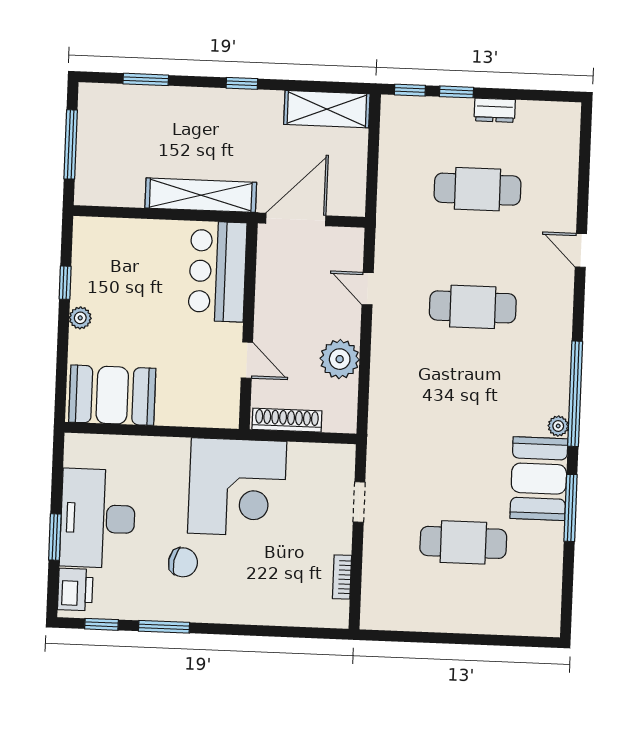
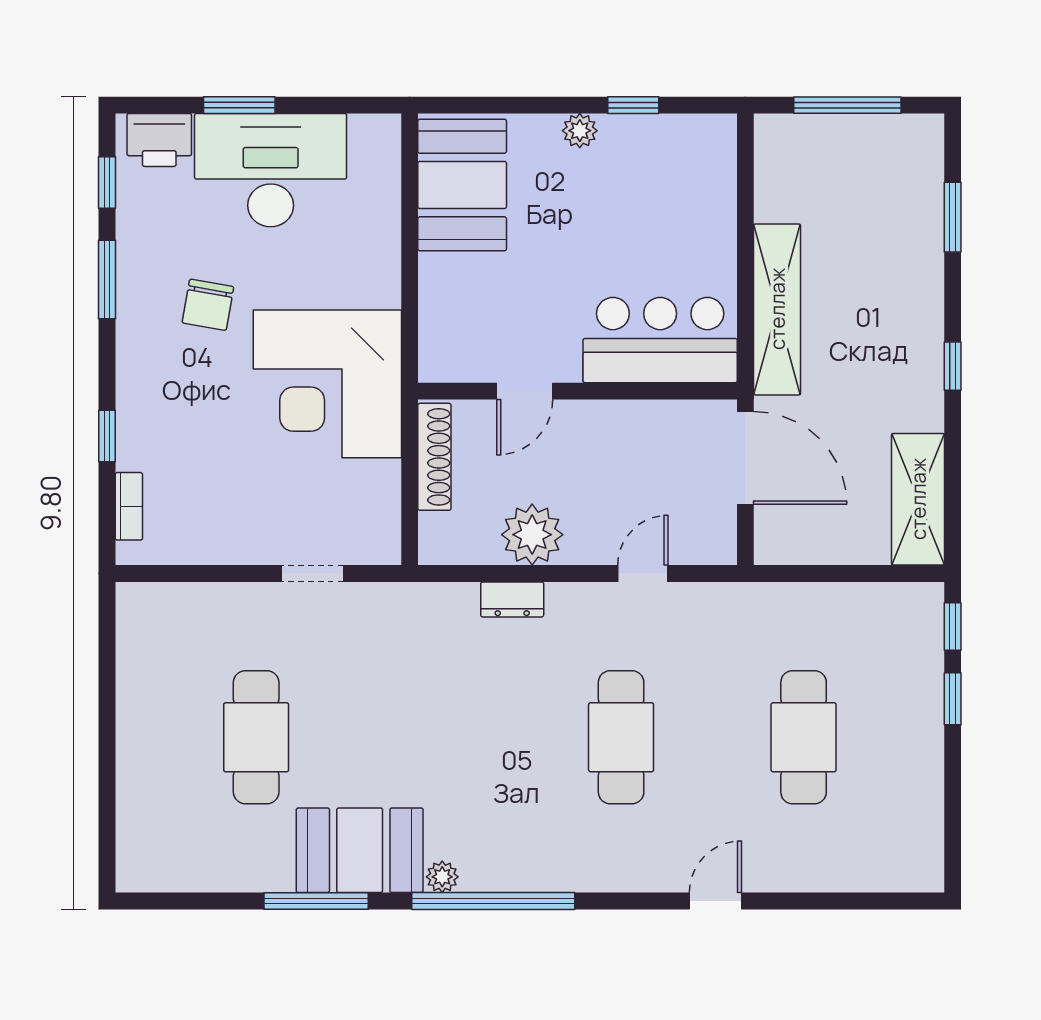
dresser: (495, 110) -> (512, 599), moved, turned -90
bookcase: (342, 577) -> (129, 506), moved, turned 90
window: (265, 631) -> (107, 436), added

